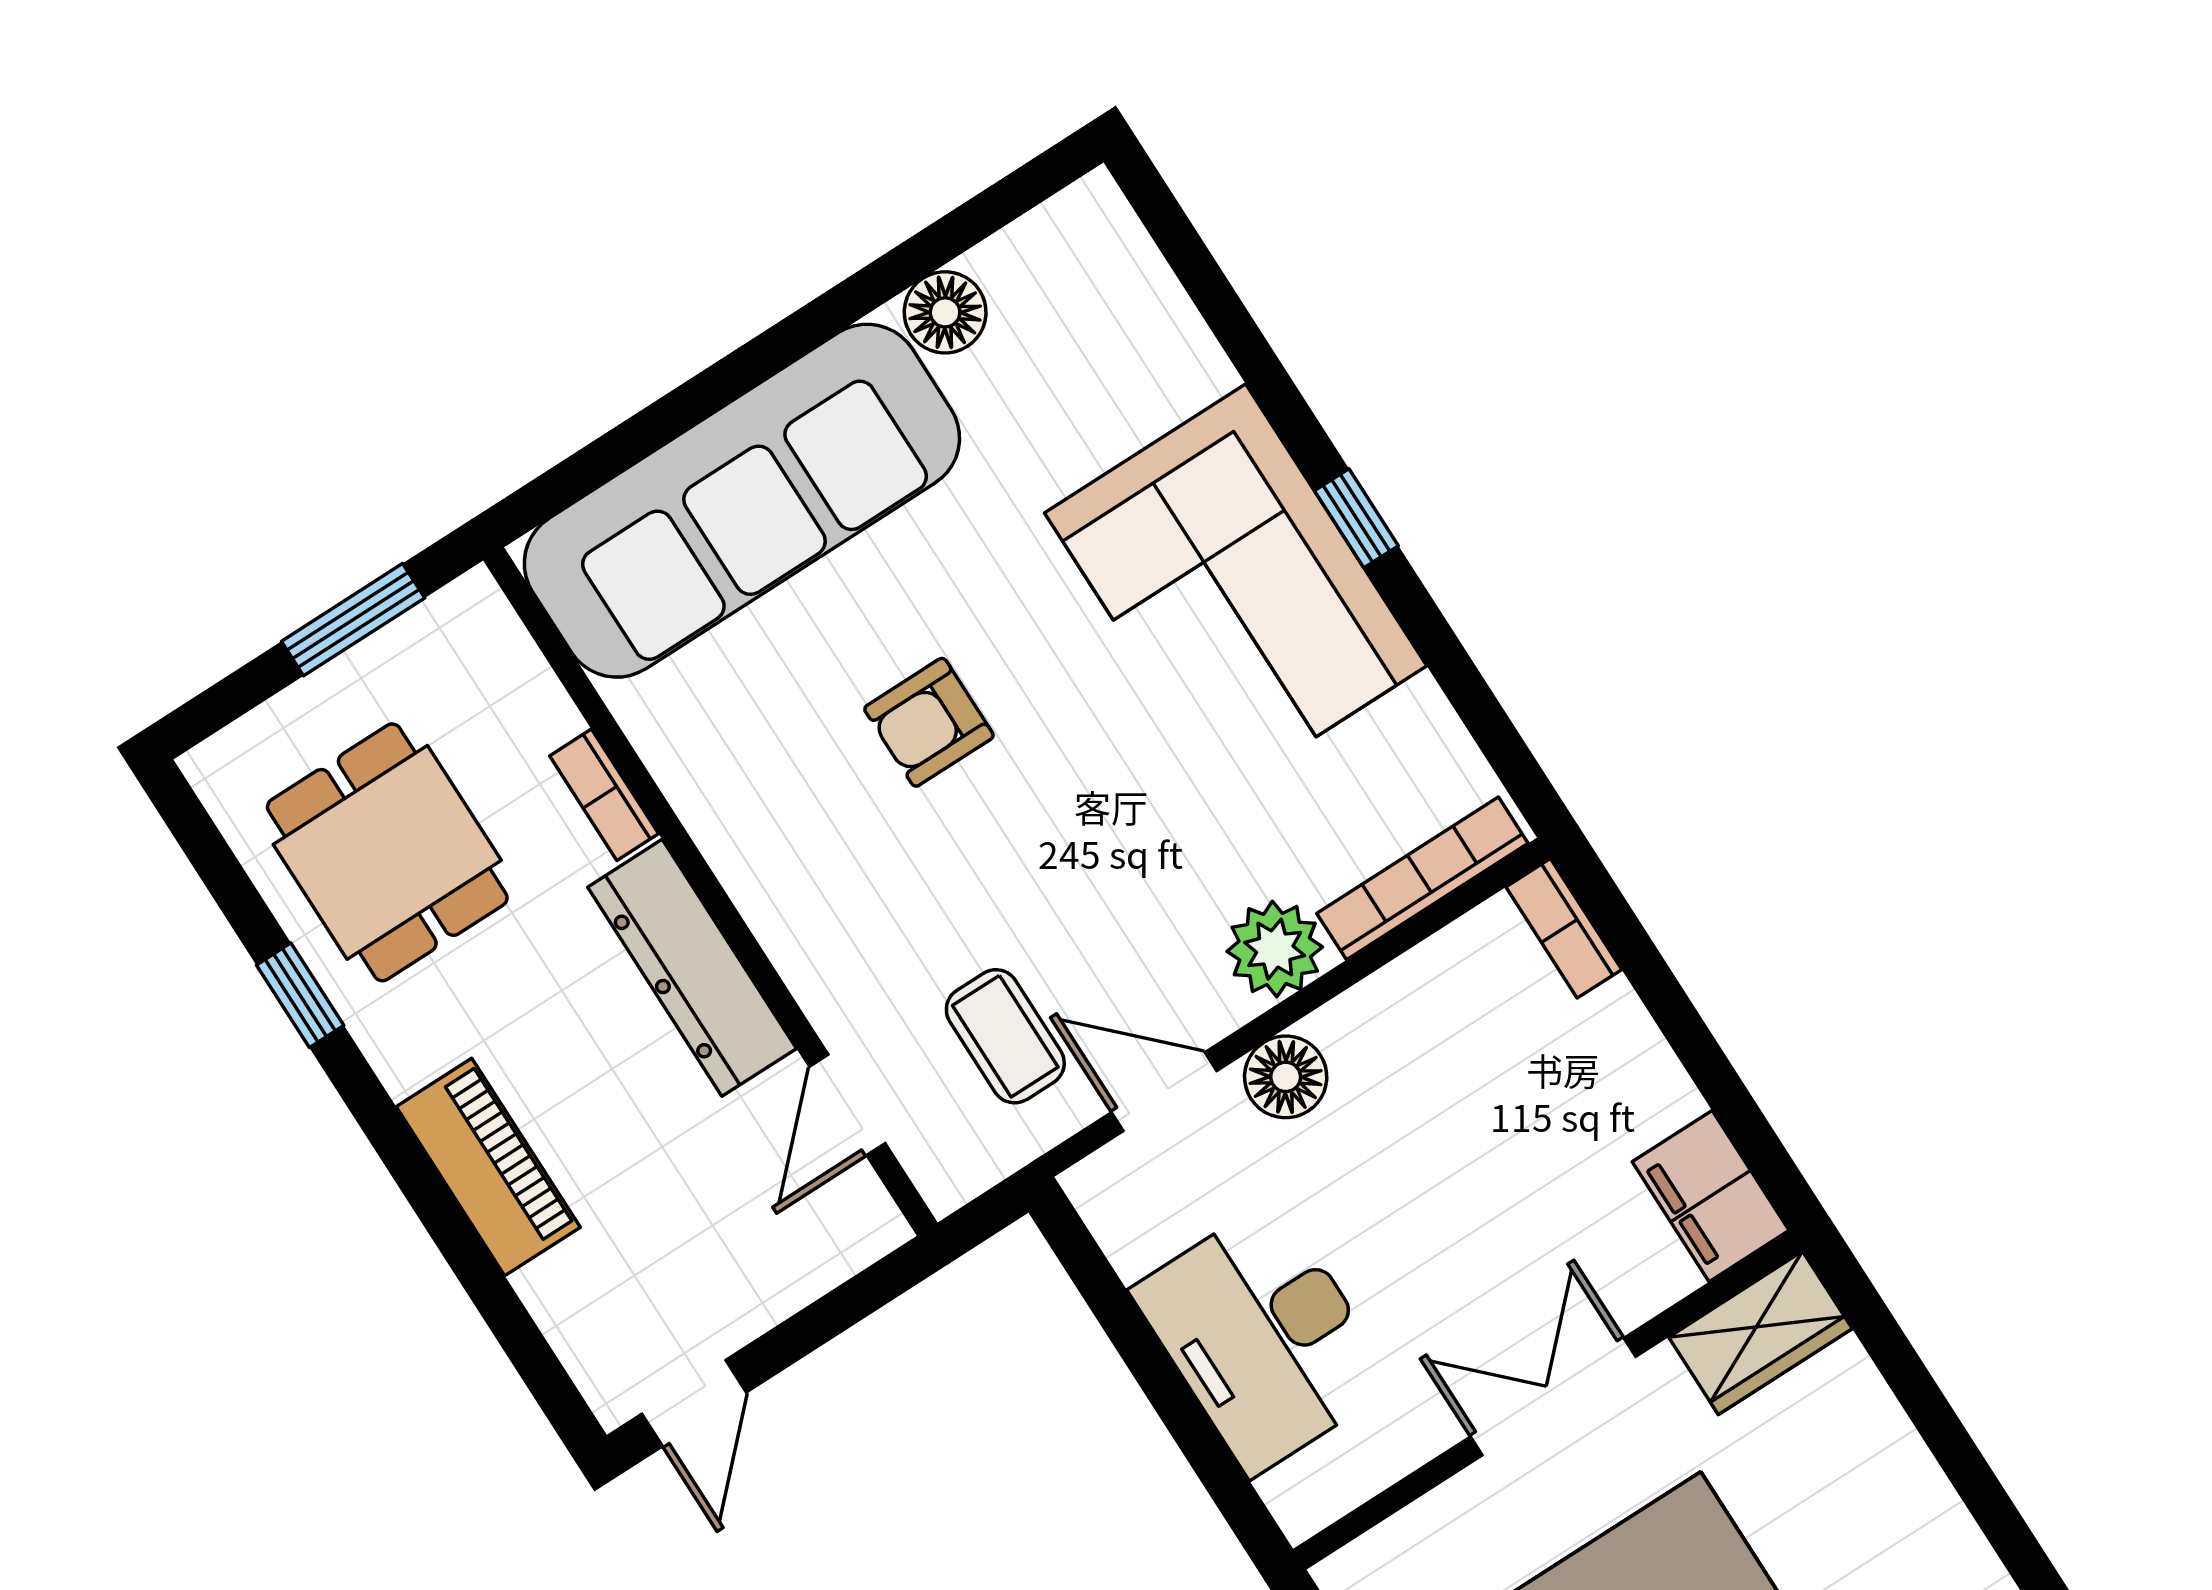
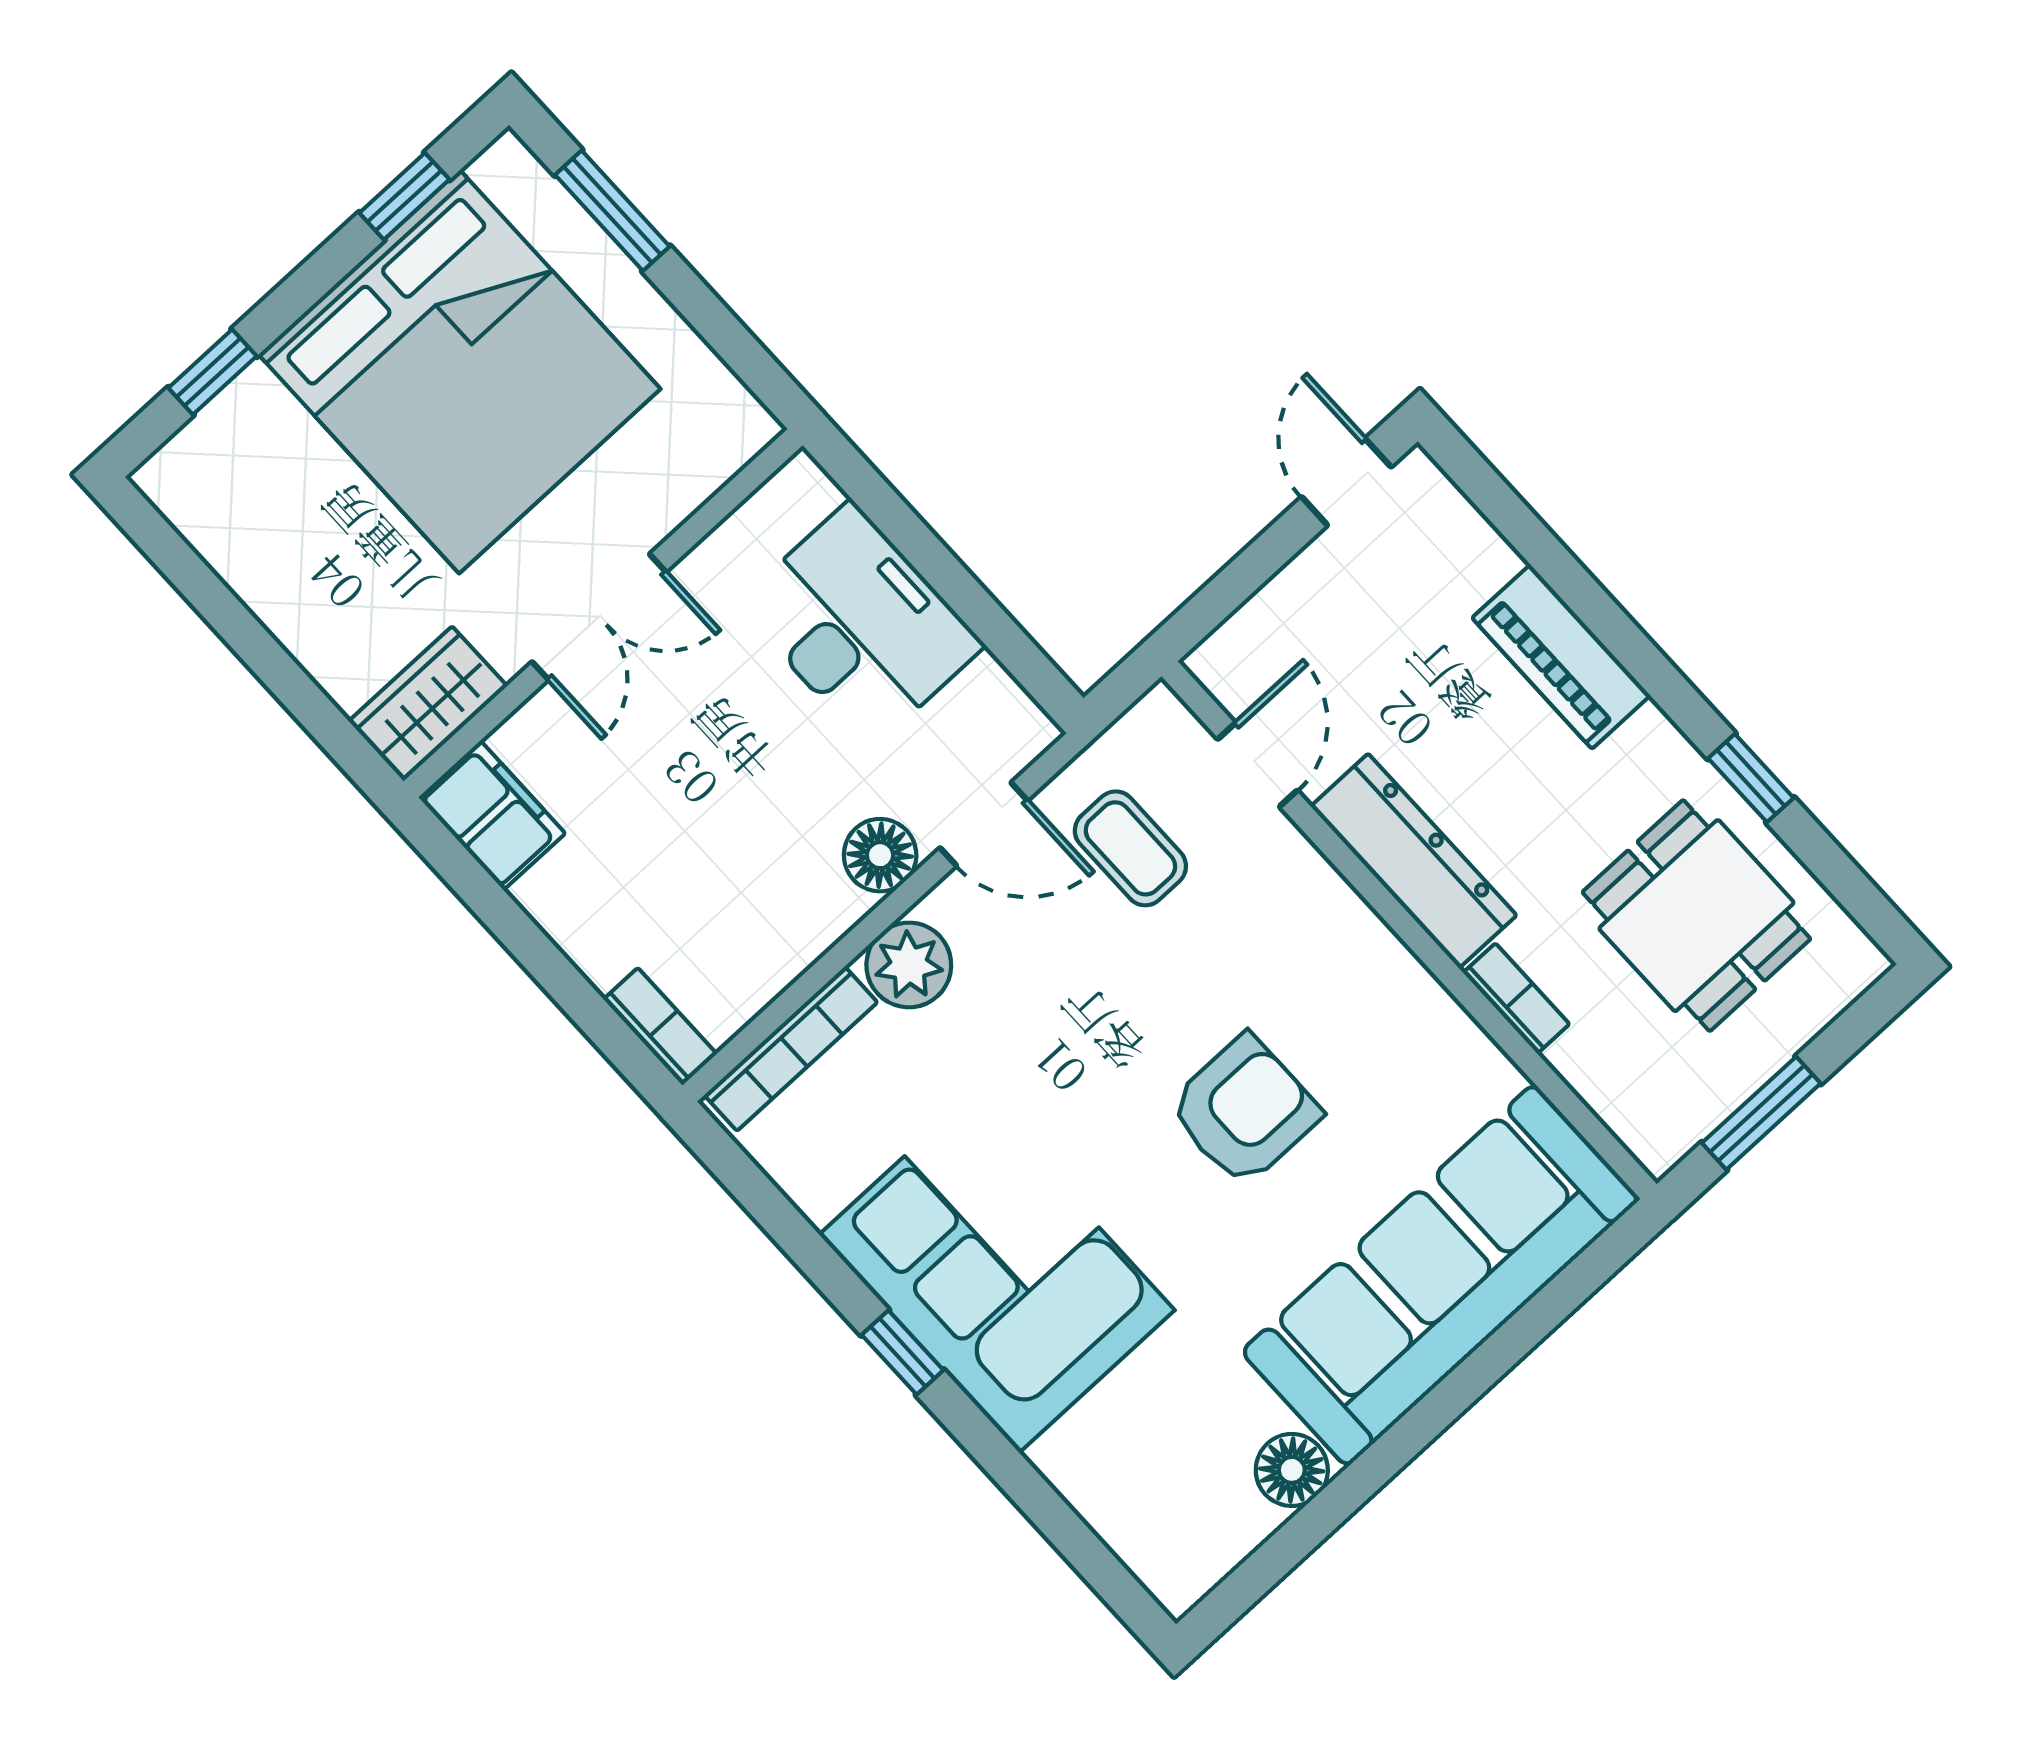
armchair: (929, 722) -> (1244, 1110), width x1.38, depth x1.38

